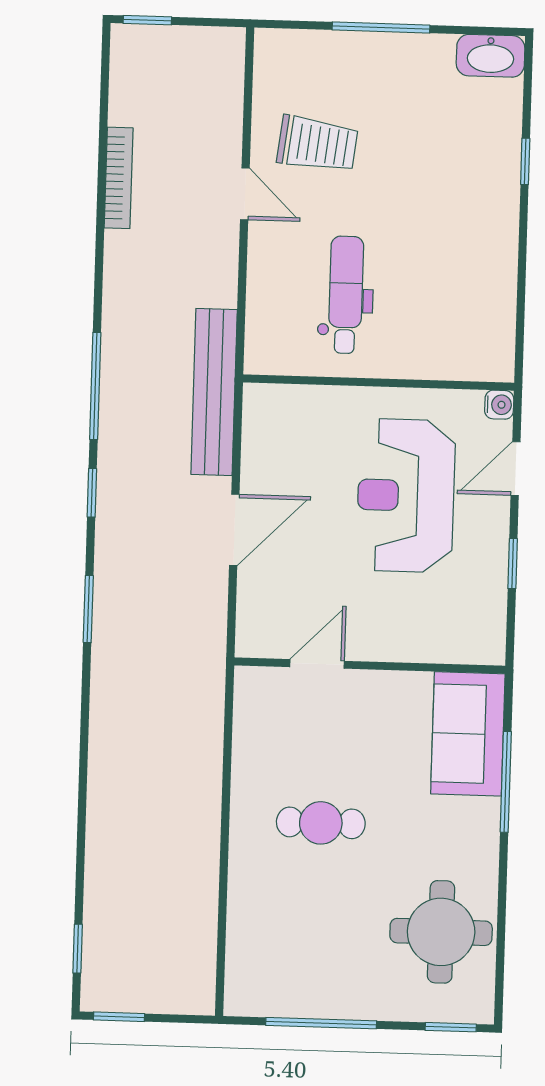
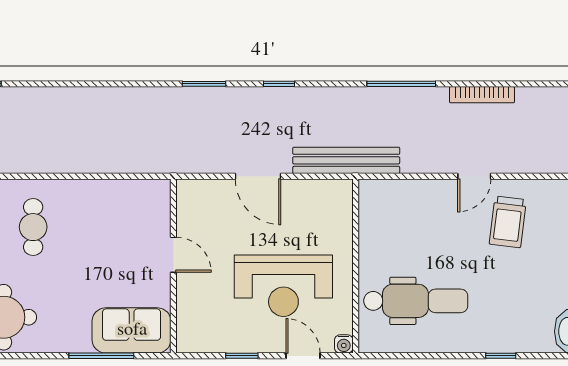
dental chair: (346, 295) -> (416, 301), moved, width x1.36, depth x1.38
window: (95, 386) -> (401, 84), moved
reception desk: (406, 496) -> (283, 286), turned 180
door: (317, 664) -> (173, 255), moved
cafe table: (321, 823) -> (33, 227), moved

